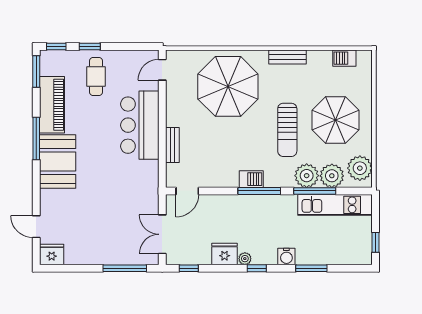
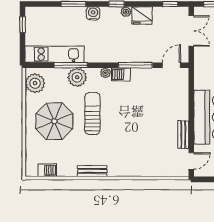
parasol: (228, 86) -> (139, 148), removed
bench: (172, 145) -> (183, 135), moved
plant: (332, 176) -> (105, 73), moved, width x0.53, depth x0.53
window: (259, 191) -> (135, 65), moved

